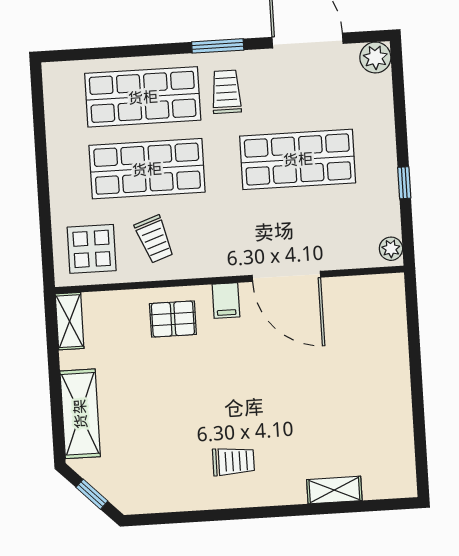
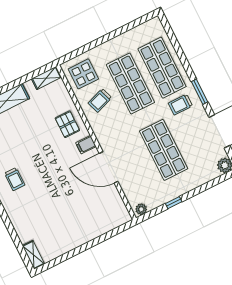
trolley: (226, 92) -> (180, 105), turned 180
door: (286, 276) -> (109, 167), hinge flipped
shelving: (334, 490) -> (33, 255), moved

